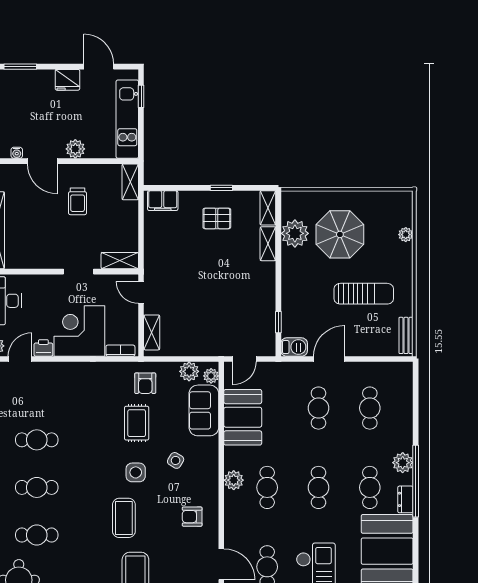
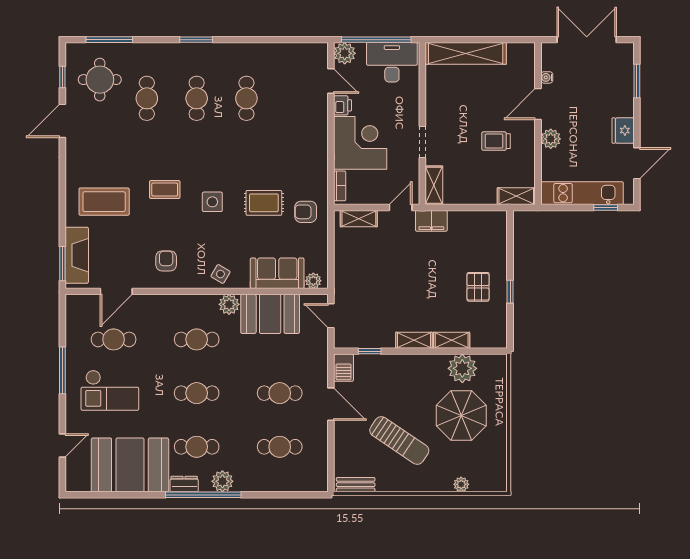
filing cabinet: (163, 201) -> (431, 221), moved, turned -90
shelving: (268, 208) -> (414, 340), moved
sun lounger: (364, 294) -> (399, 440), turned -56
plant: (189, 371) -> (318, 258), removed
side table: (176, 460) -> (220, 274), moved
plant: (234, 480) -> (229, 304), moved
coffee table: (124, 518) -> (165, 190), width x0.73, depth x0.77

